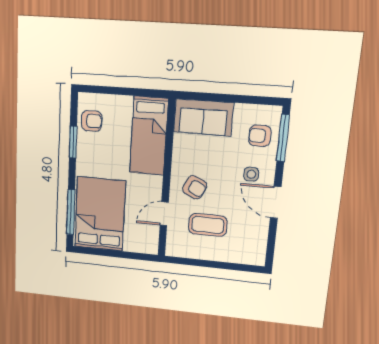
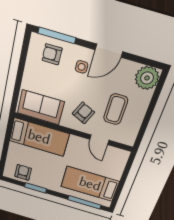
sofa: (203, 117) -> (41, 107), moved, turned -90
armchair: (260, 136) -> (52, 54), turned 90
bed: (100, 214) -> (90, 184), width x0.67
plant: (252, 252) -> (147, 78), added

